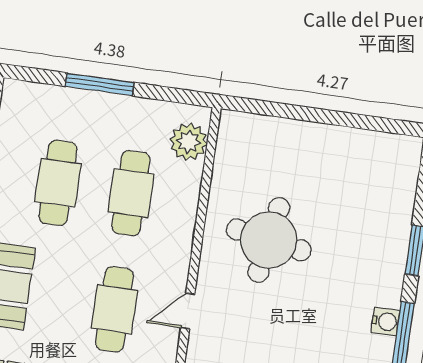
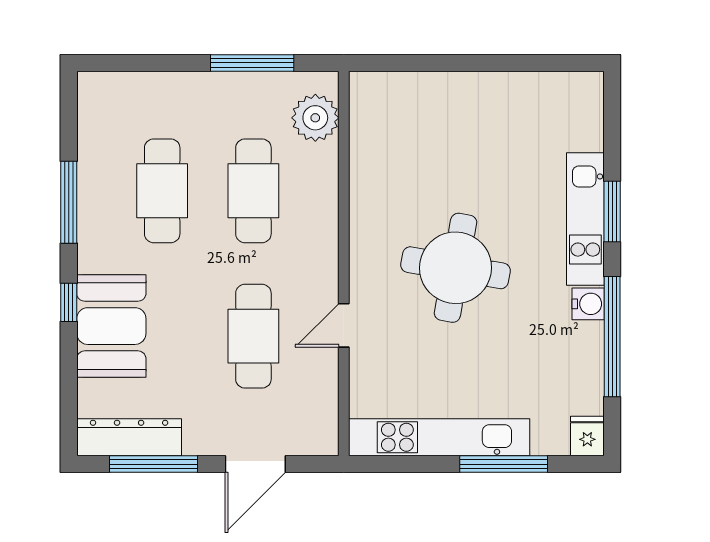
window: (100, 84) -> (252, 63), moved
round table: (269, 240) -> (456, 268), moved
kitchen unit: (393, 253) -> (585, 219), added

